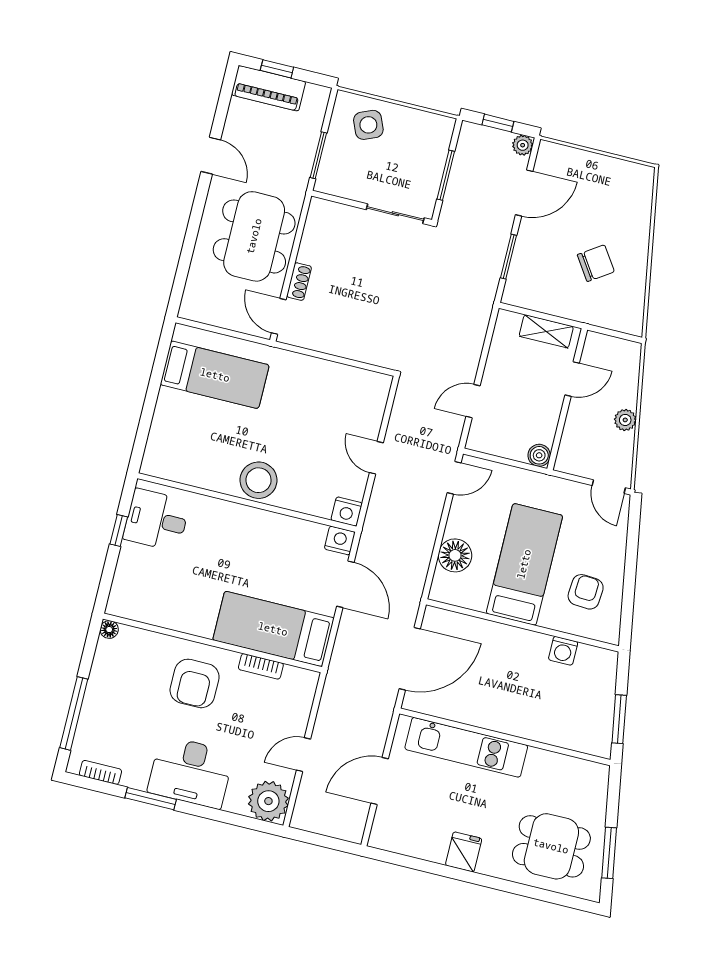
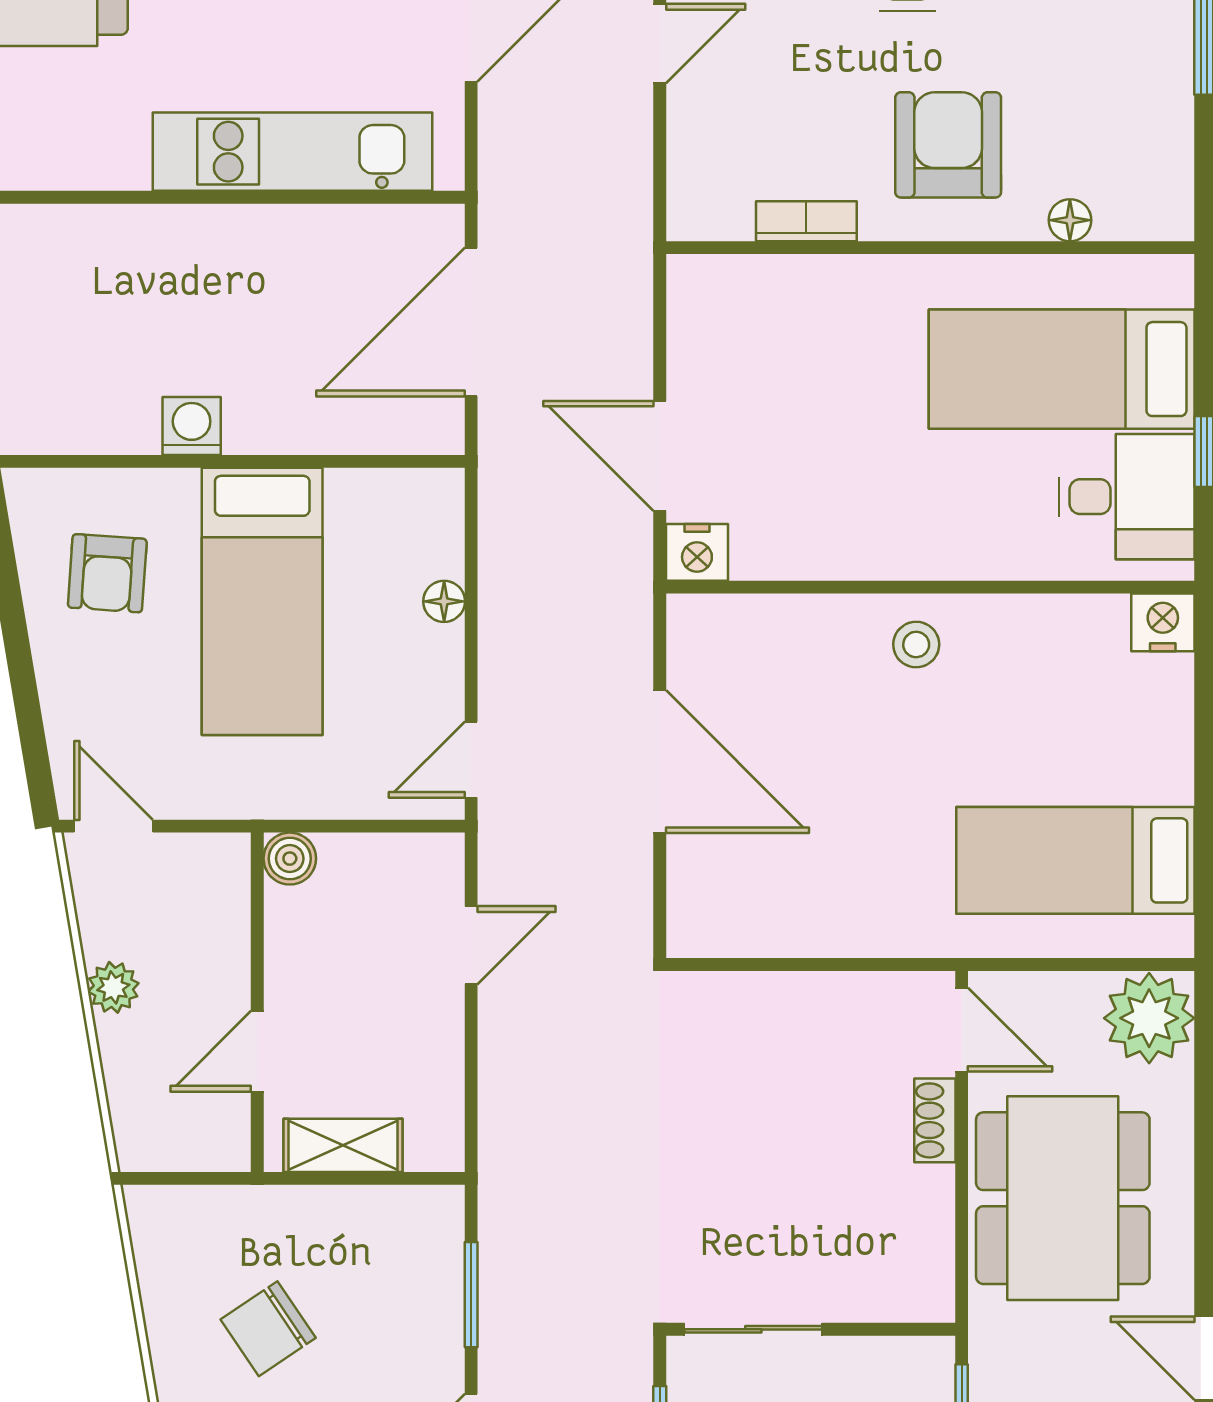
plant: (200, 302) -> (1149, 1018), added
door: (376, 458) -> (660, 762), width x1.87
stool: (258, 480) -> (916, 644), width x0.53, depth x0.53
nightstand: (347, 512) -> (1163, 622), moved
floor lamp: (455, 555) -> (444, 601), width x0.53, depth x0.53
bed: (273, 629) -> (1062, 369), moved, turned 180
floor lamp: (109, 630) -> (1070, 220), moved
washing machine: (563, 651) -> (192, 426), moved

